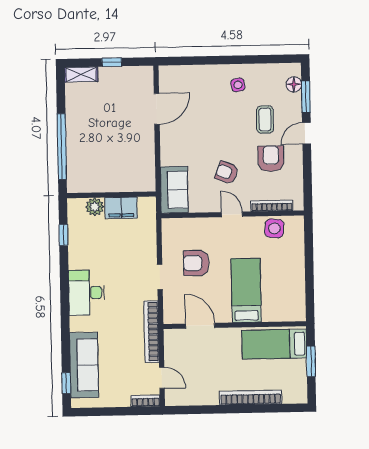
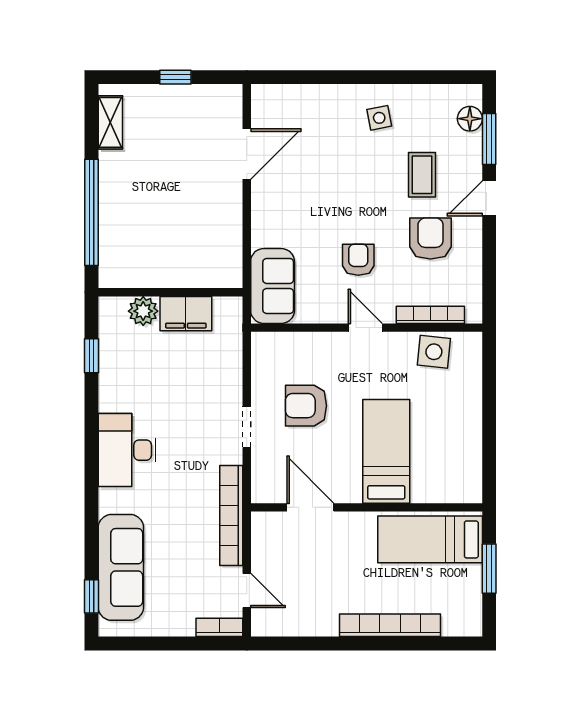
shelving: (81, 74) -> (110, 122), moved, turned 90
armchair: (227, 173) -> (358, 260), turned 68

